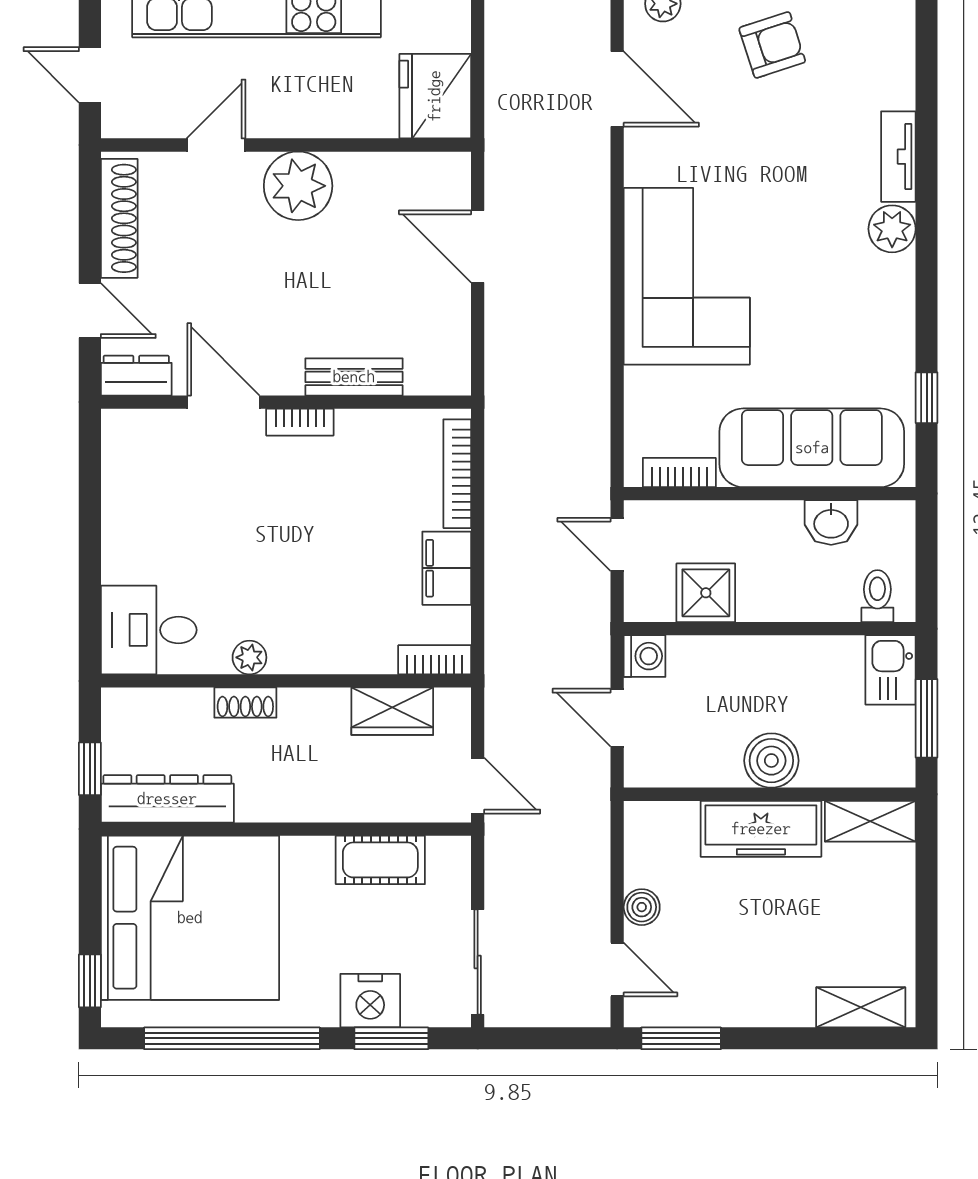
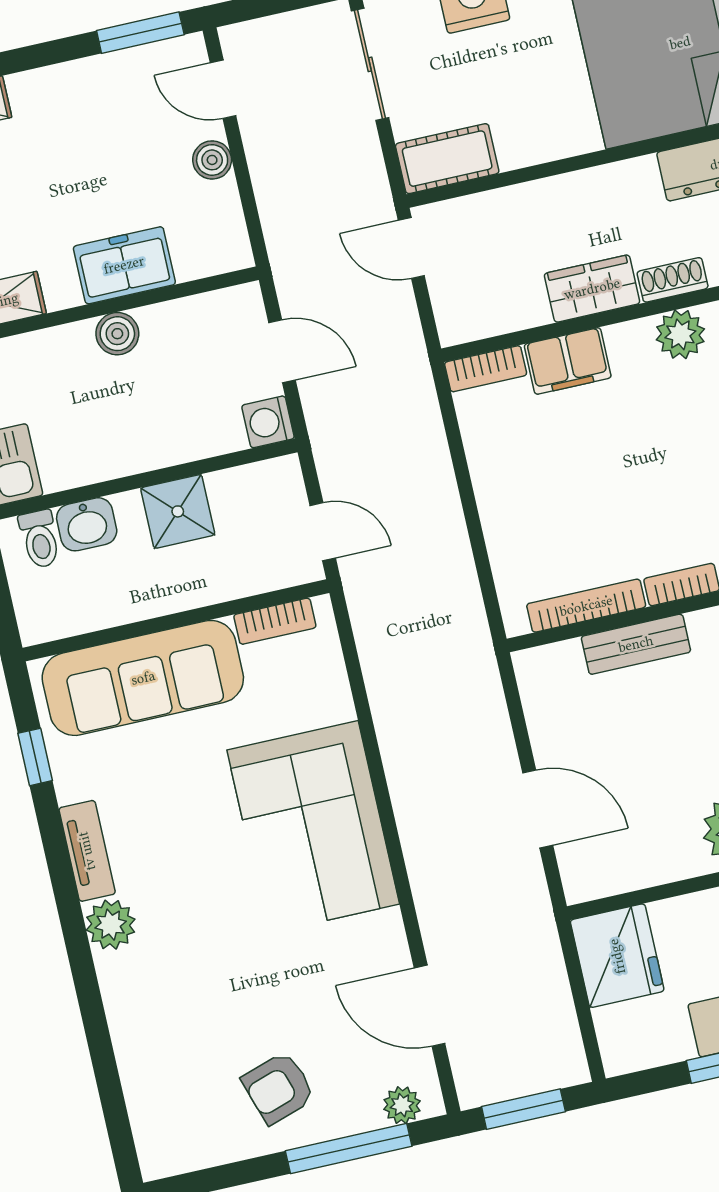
tv unit: (898, 157) -> (87, 851), moved
bookcase: (457, 474) -> (586, 606), moved, turned -90
washbasin: (831, 522) -> (87, 524), moved, turned 180
filing cabinet: (447, 568) -> (568, 361), moved, turned 90
shower: (706, 593) -> (178, 511), moved
plant: (249, 657) -> (680, 334), width x1.38, depth x1.38
wardrobe: (392, 711) -> (592, 289), moved
boiler: (771, 761) -> (117, 334), width x0.73, depth x0.73
freezer: (761, 829) -> (124, 265), width x0.71
cot: (380, 860) -> (447, 159), moved

